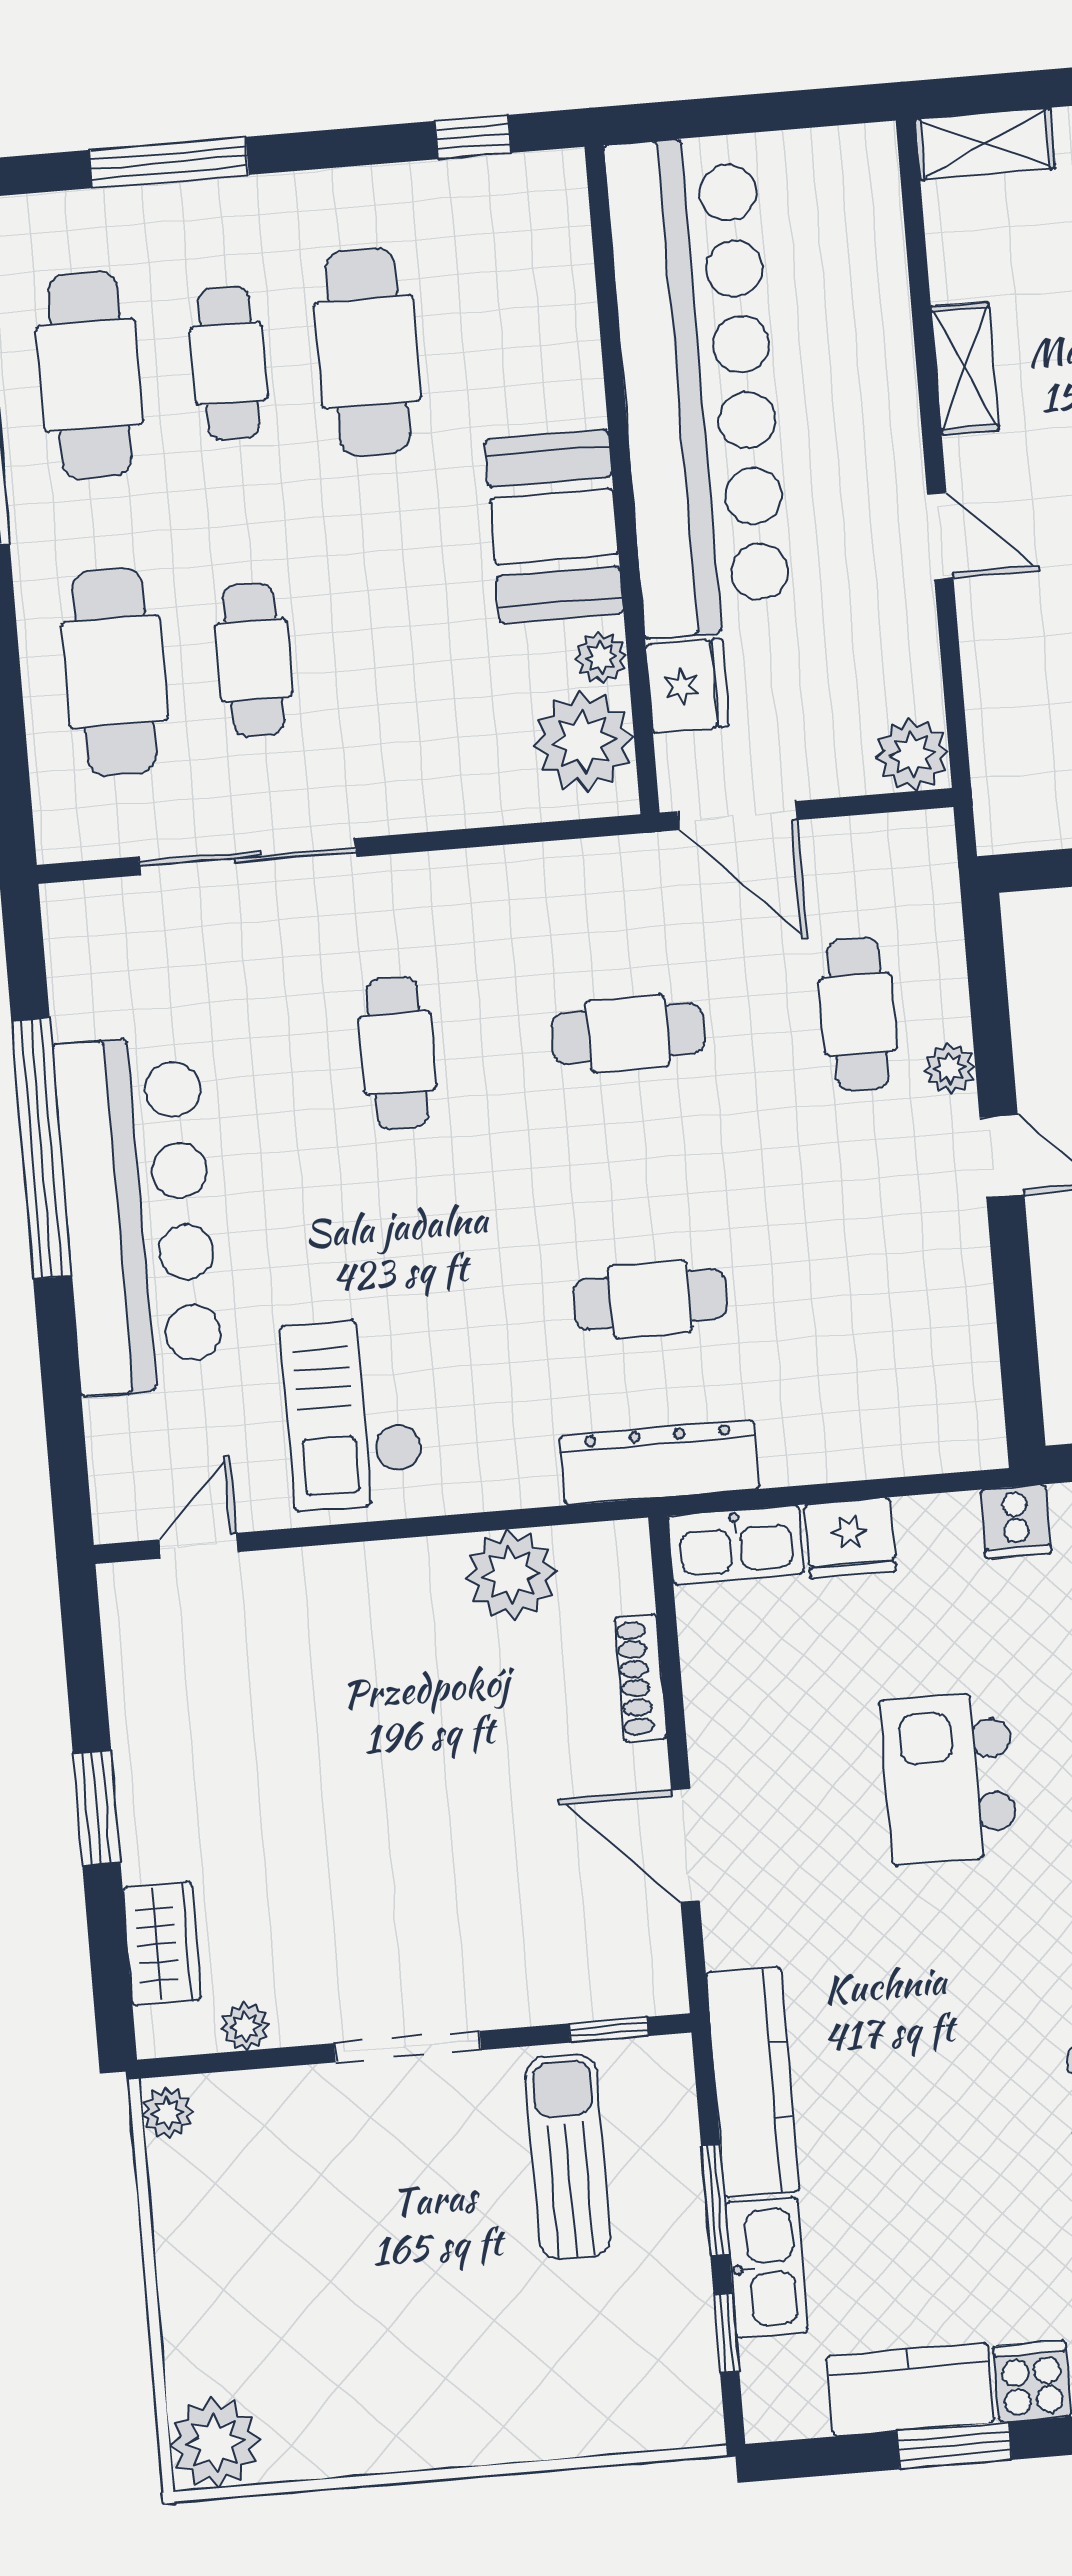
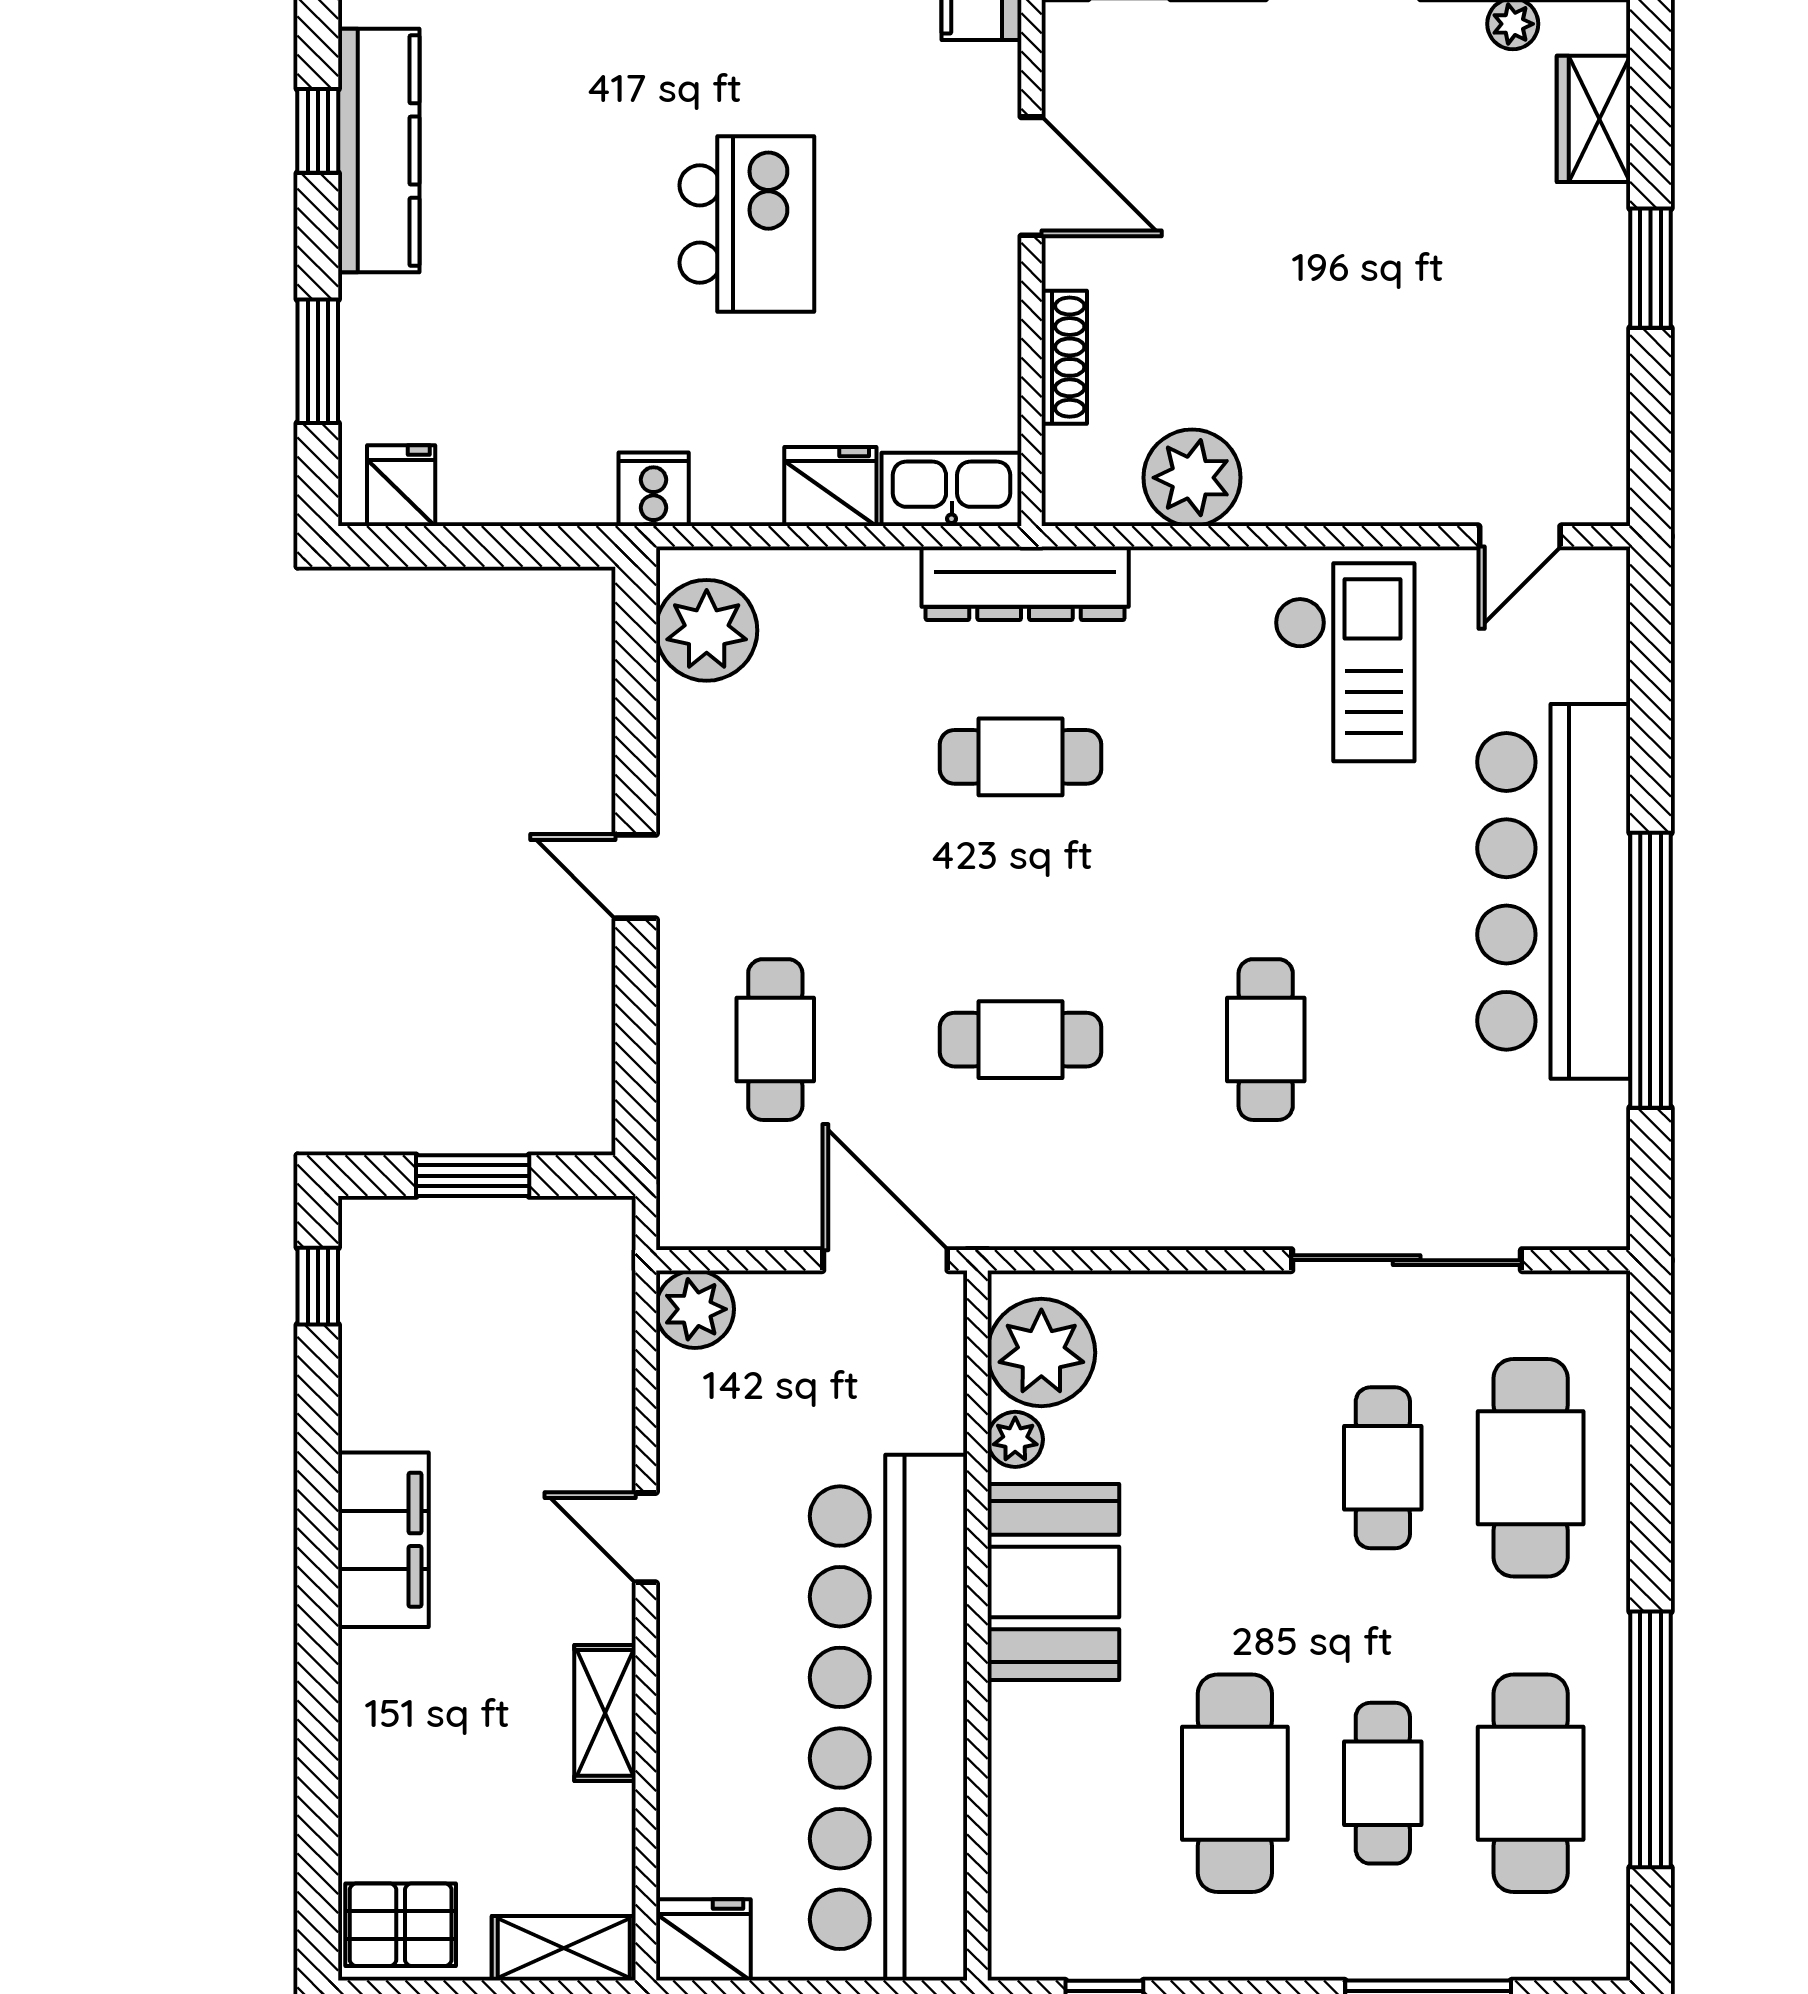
fridge: (687, 686) -> (703, 1940), moved, turned 90
plant: (950, 1068) -> (707, 630), moved, width x1.88, depth x1.88

